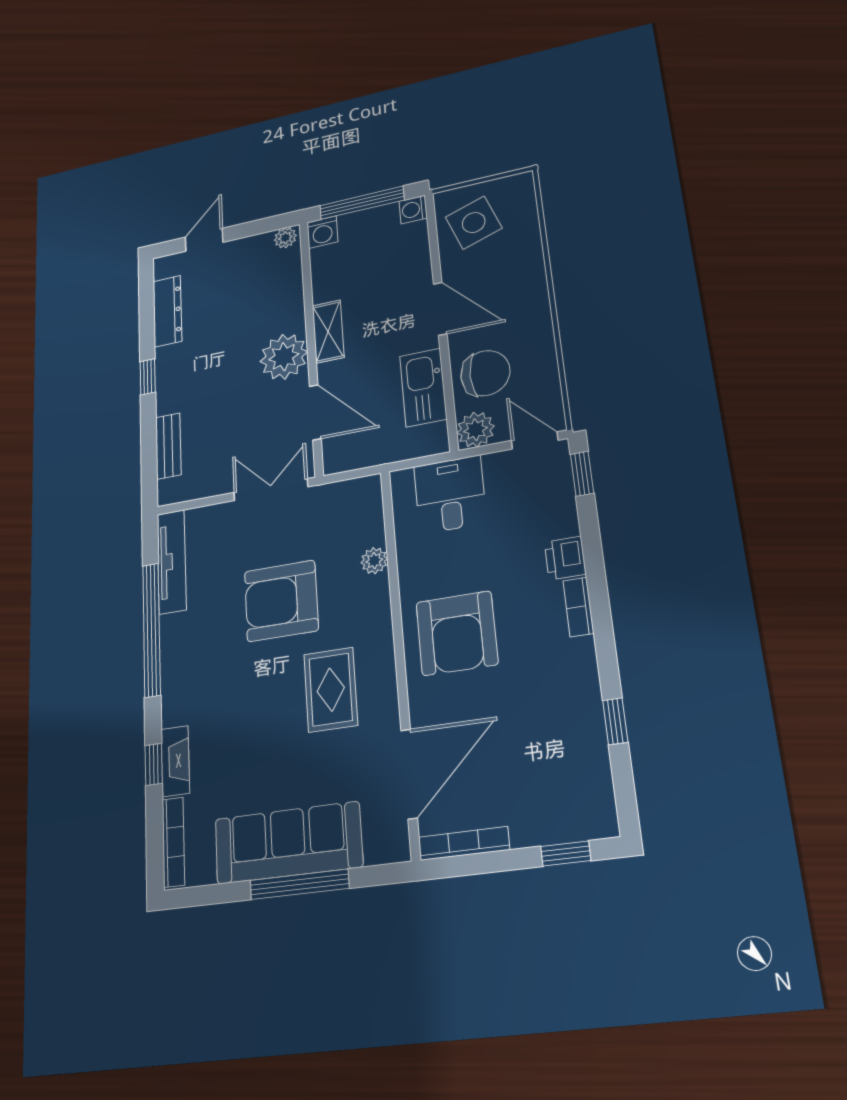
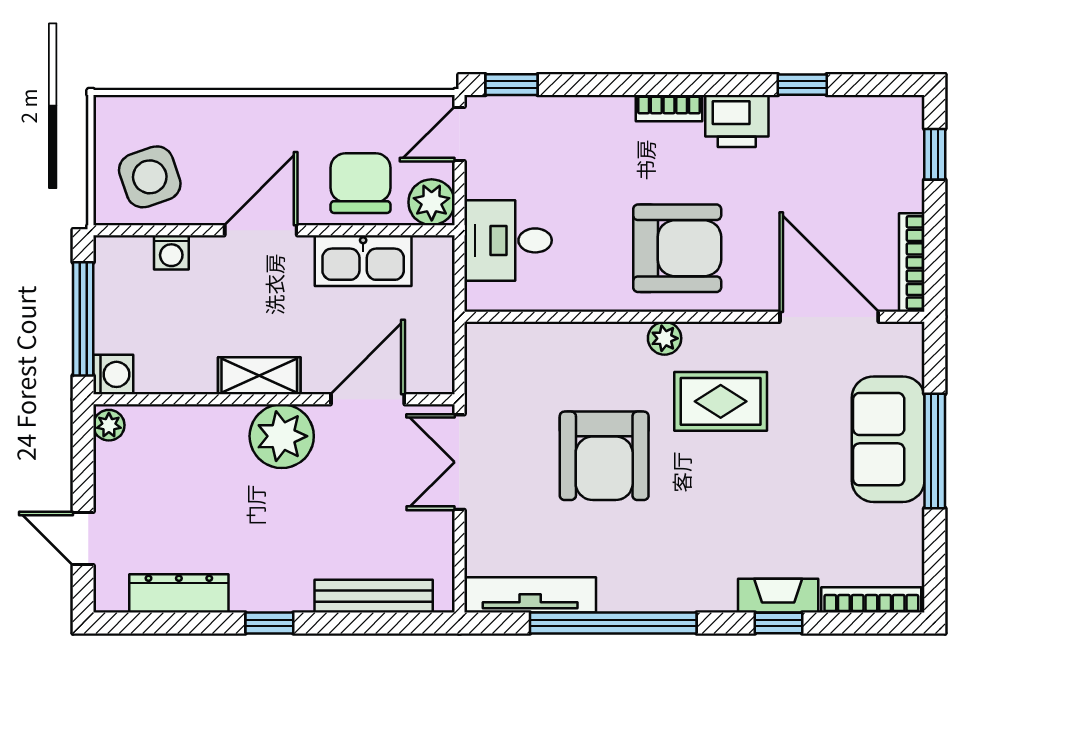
washing machine: (413, 210) -> (171, 252), moved
bench: (168, 446) -> (374, 596), width x1.36
printer: (565, 558) -> (737, 121), moved, width x1.36, depth x1.24
plant: (374, 561) -> (665, 338), moved
sofa: (288, 843) -> (888, 439), width x0.73

